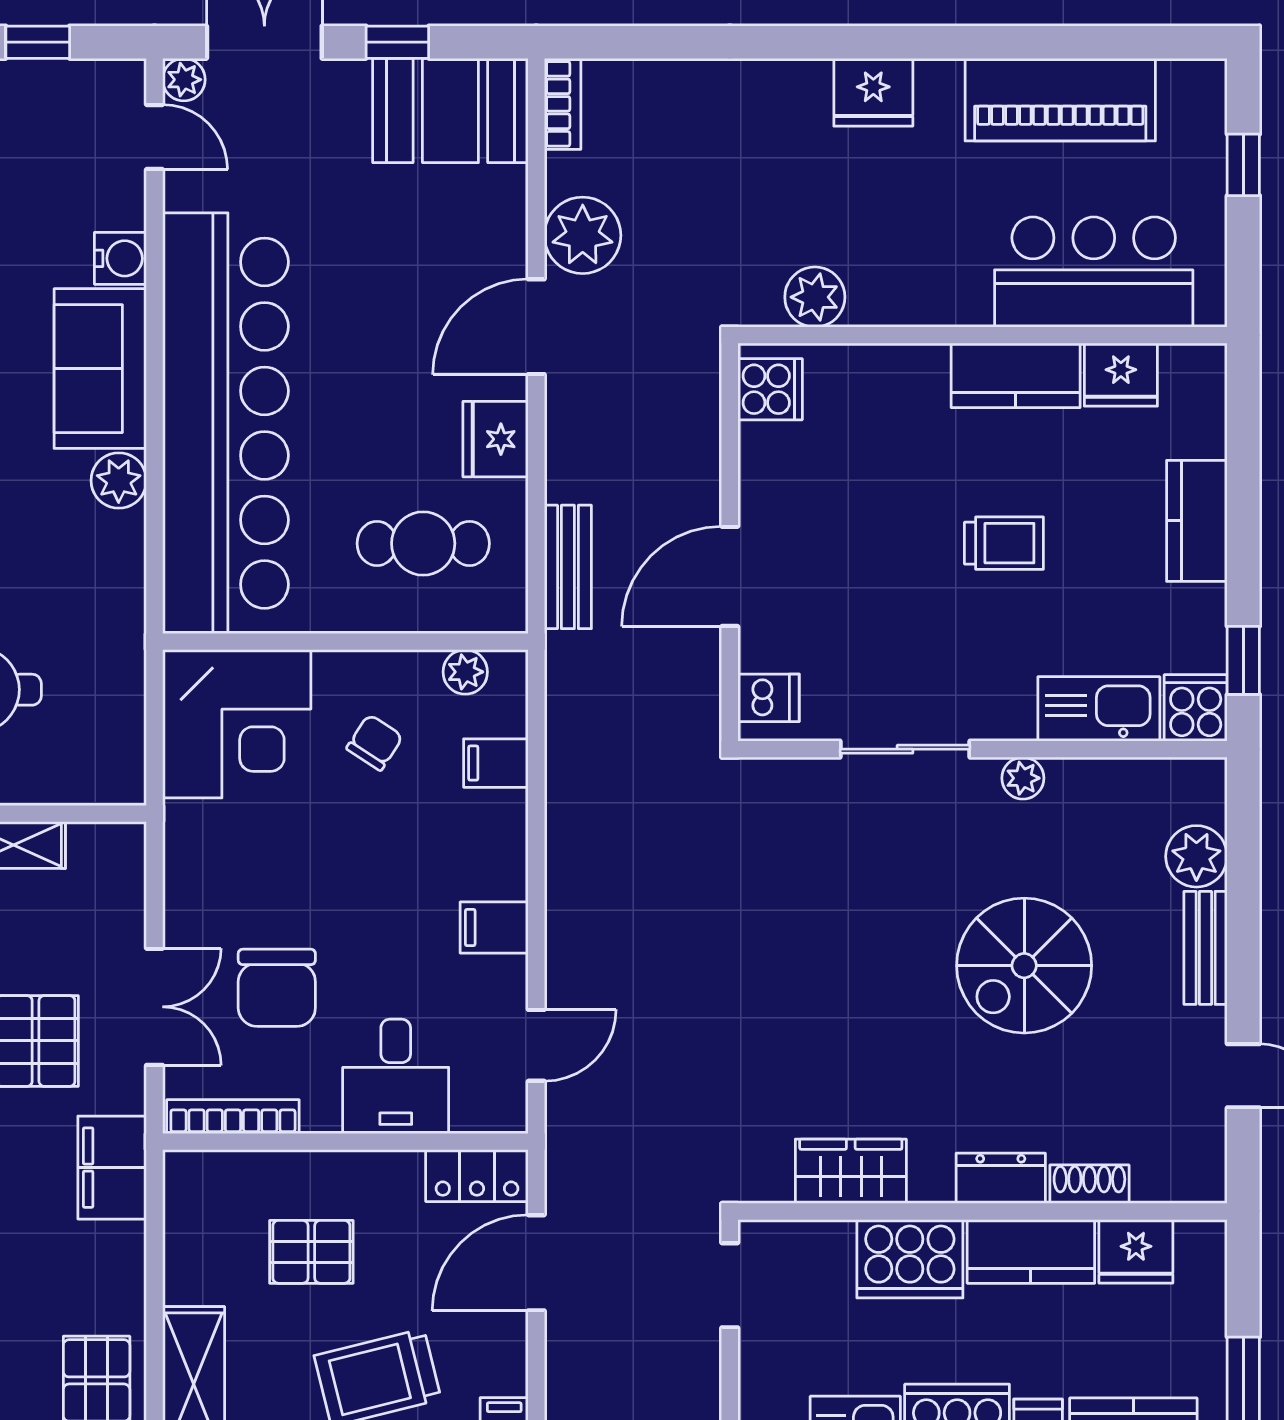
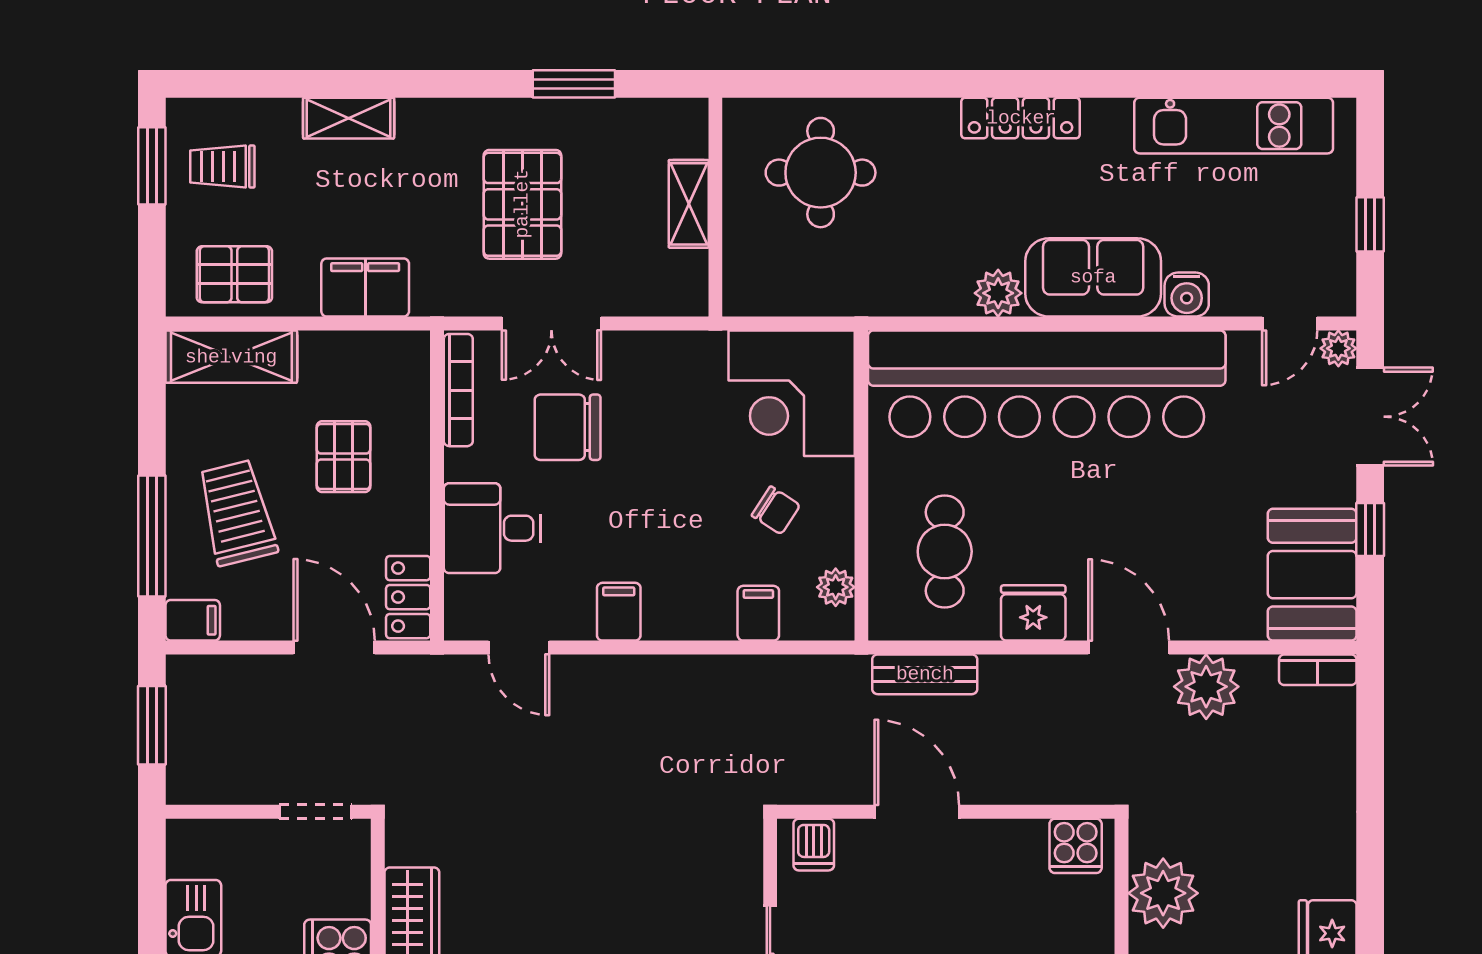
plant: (815, 297) -> (1163, 893), width x1.36, depth x1.36
filing cabinet: (112, 1168) -> (365, 288), moved

